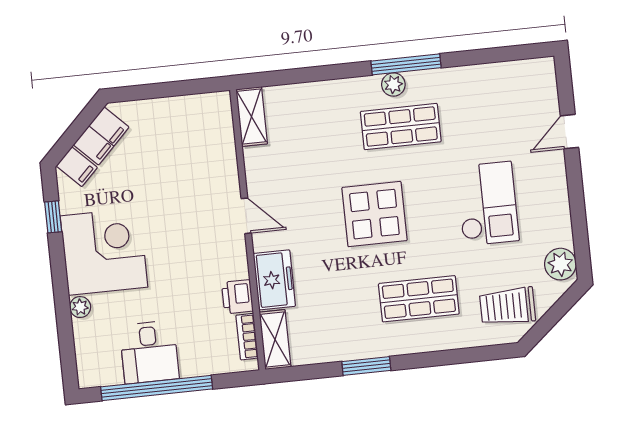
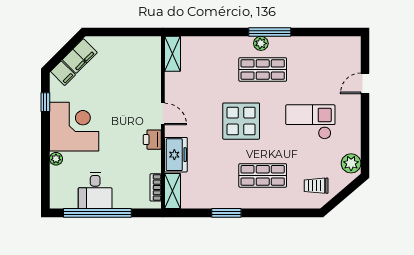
checkout: (487, 204) -> (310, 122), turned -90
printer: (237, 297) -> (152, 140), moved
trolley: (508, 306) -> (316, 186), width x0.73, depth x0.72

